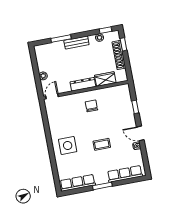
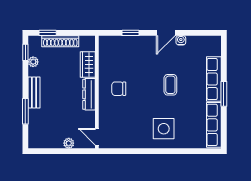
row of seats: (125, 174) -> (214, 79), moved

